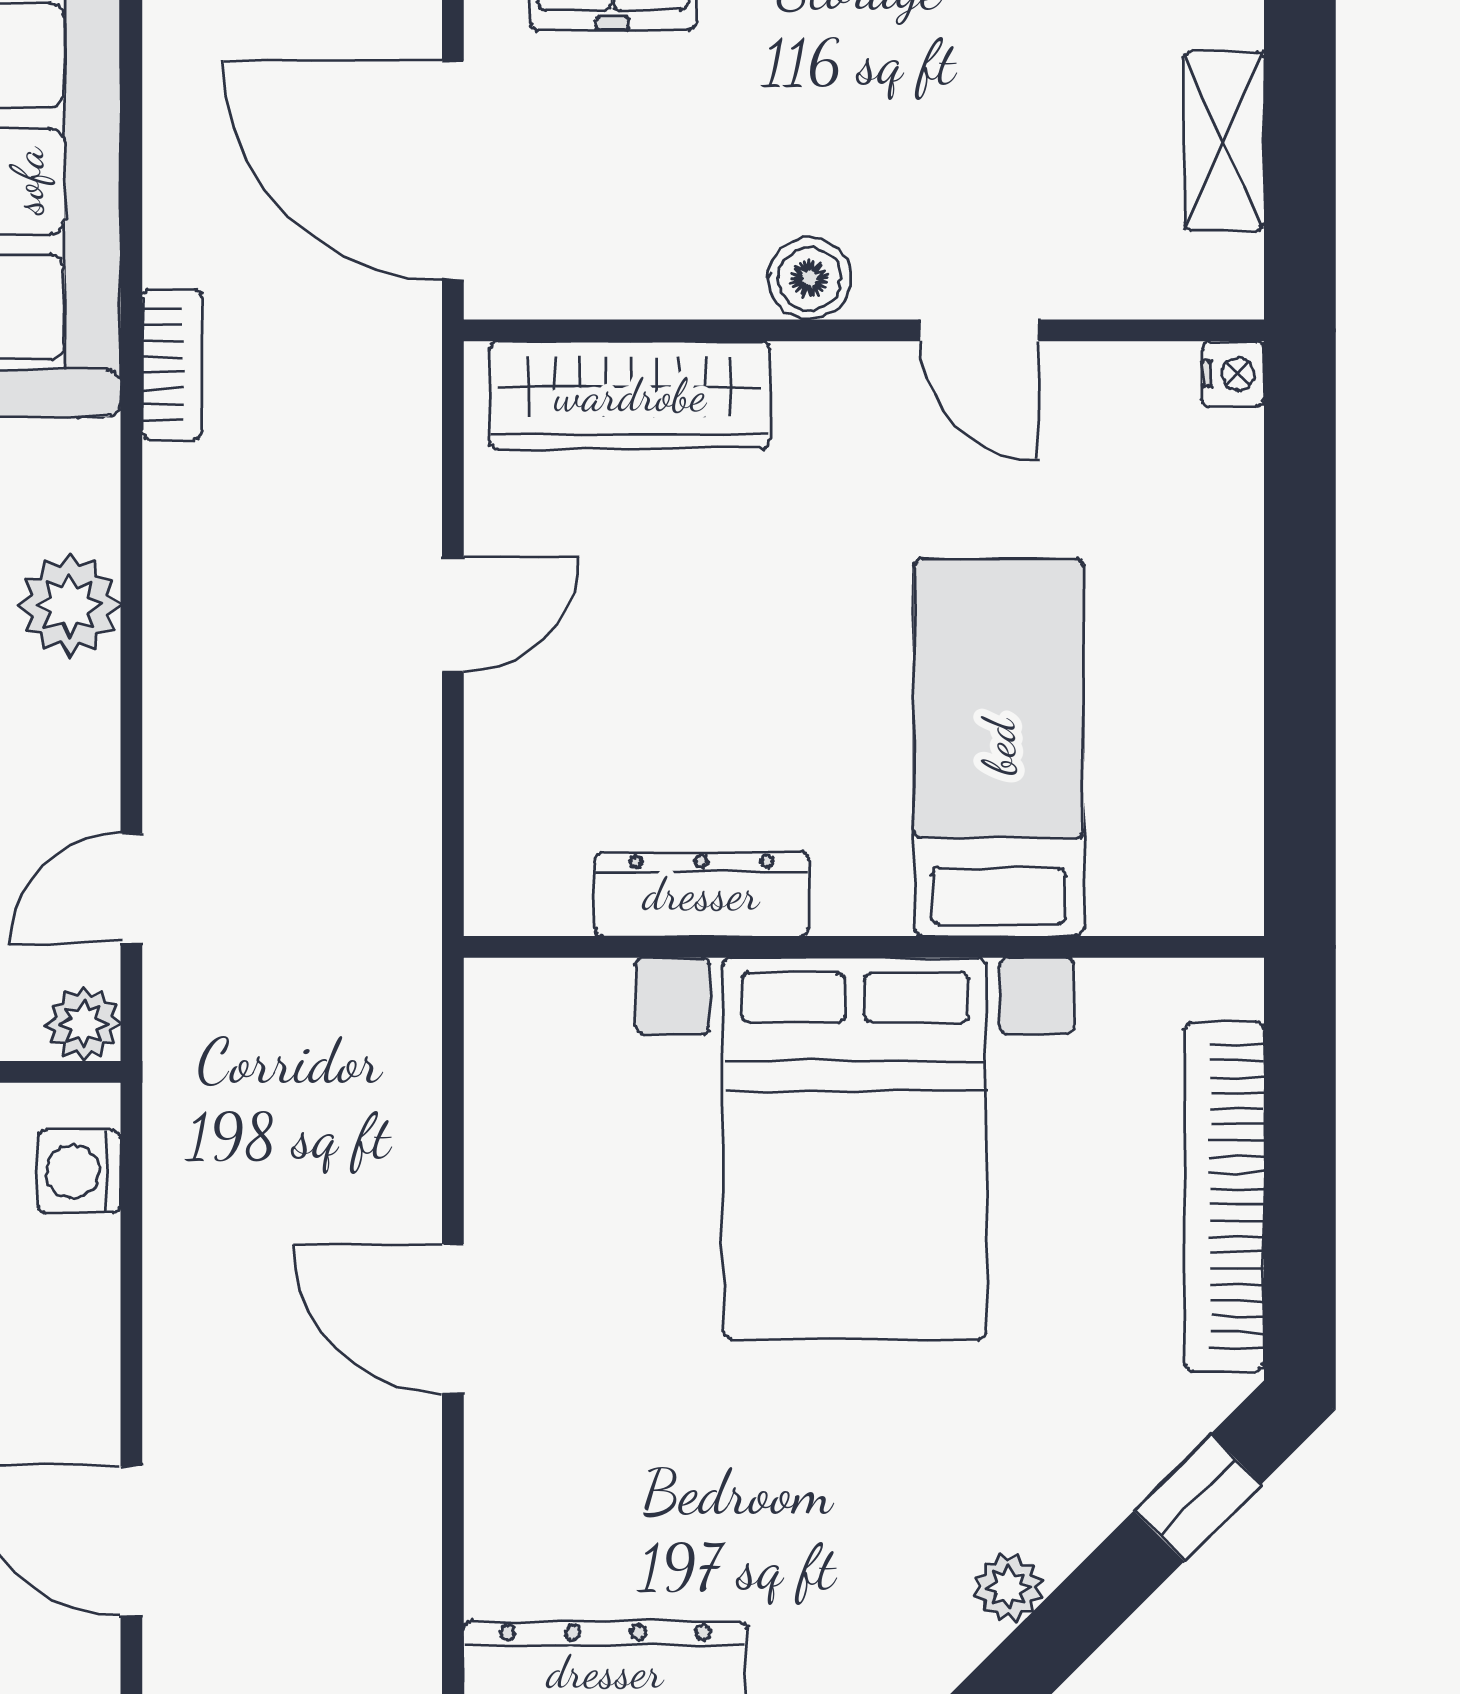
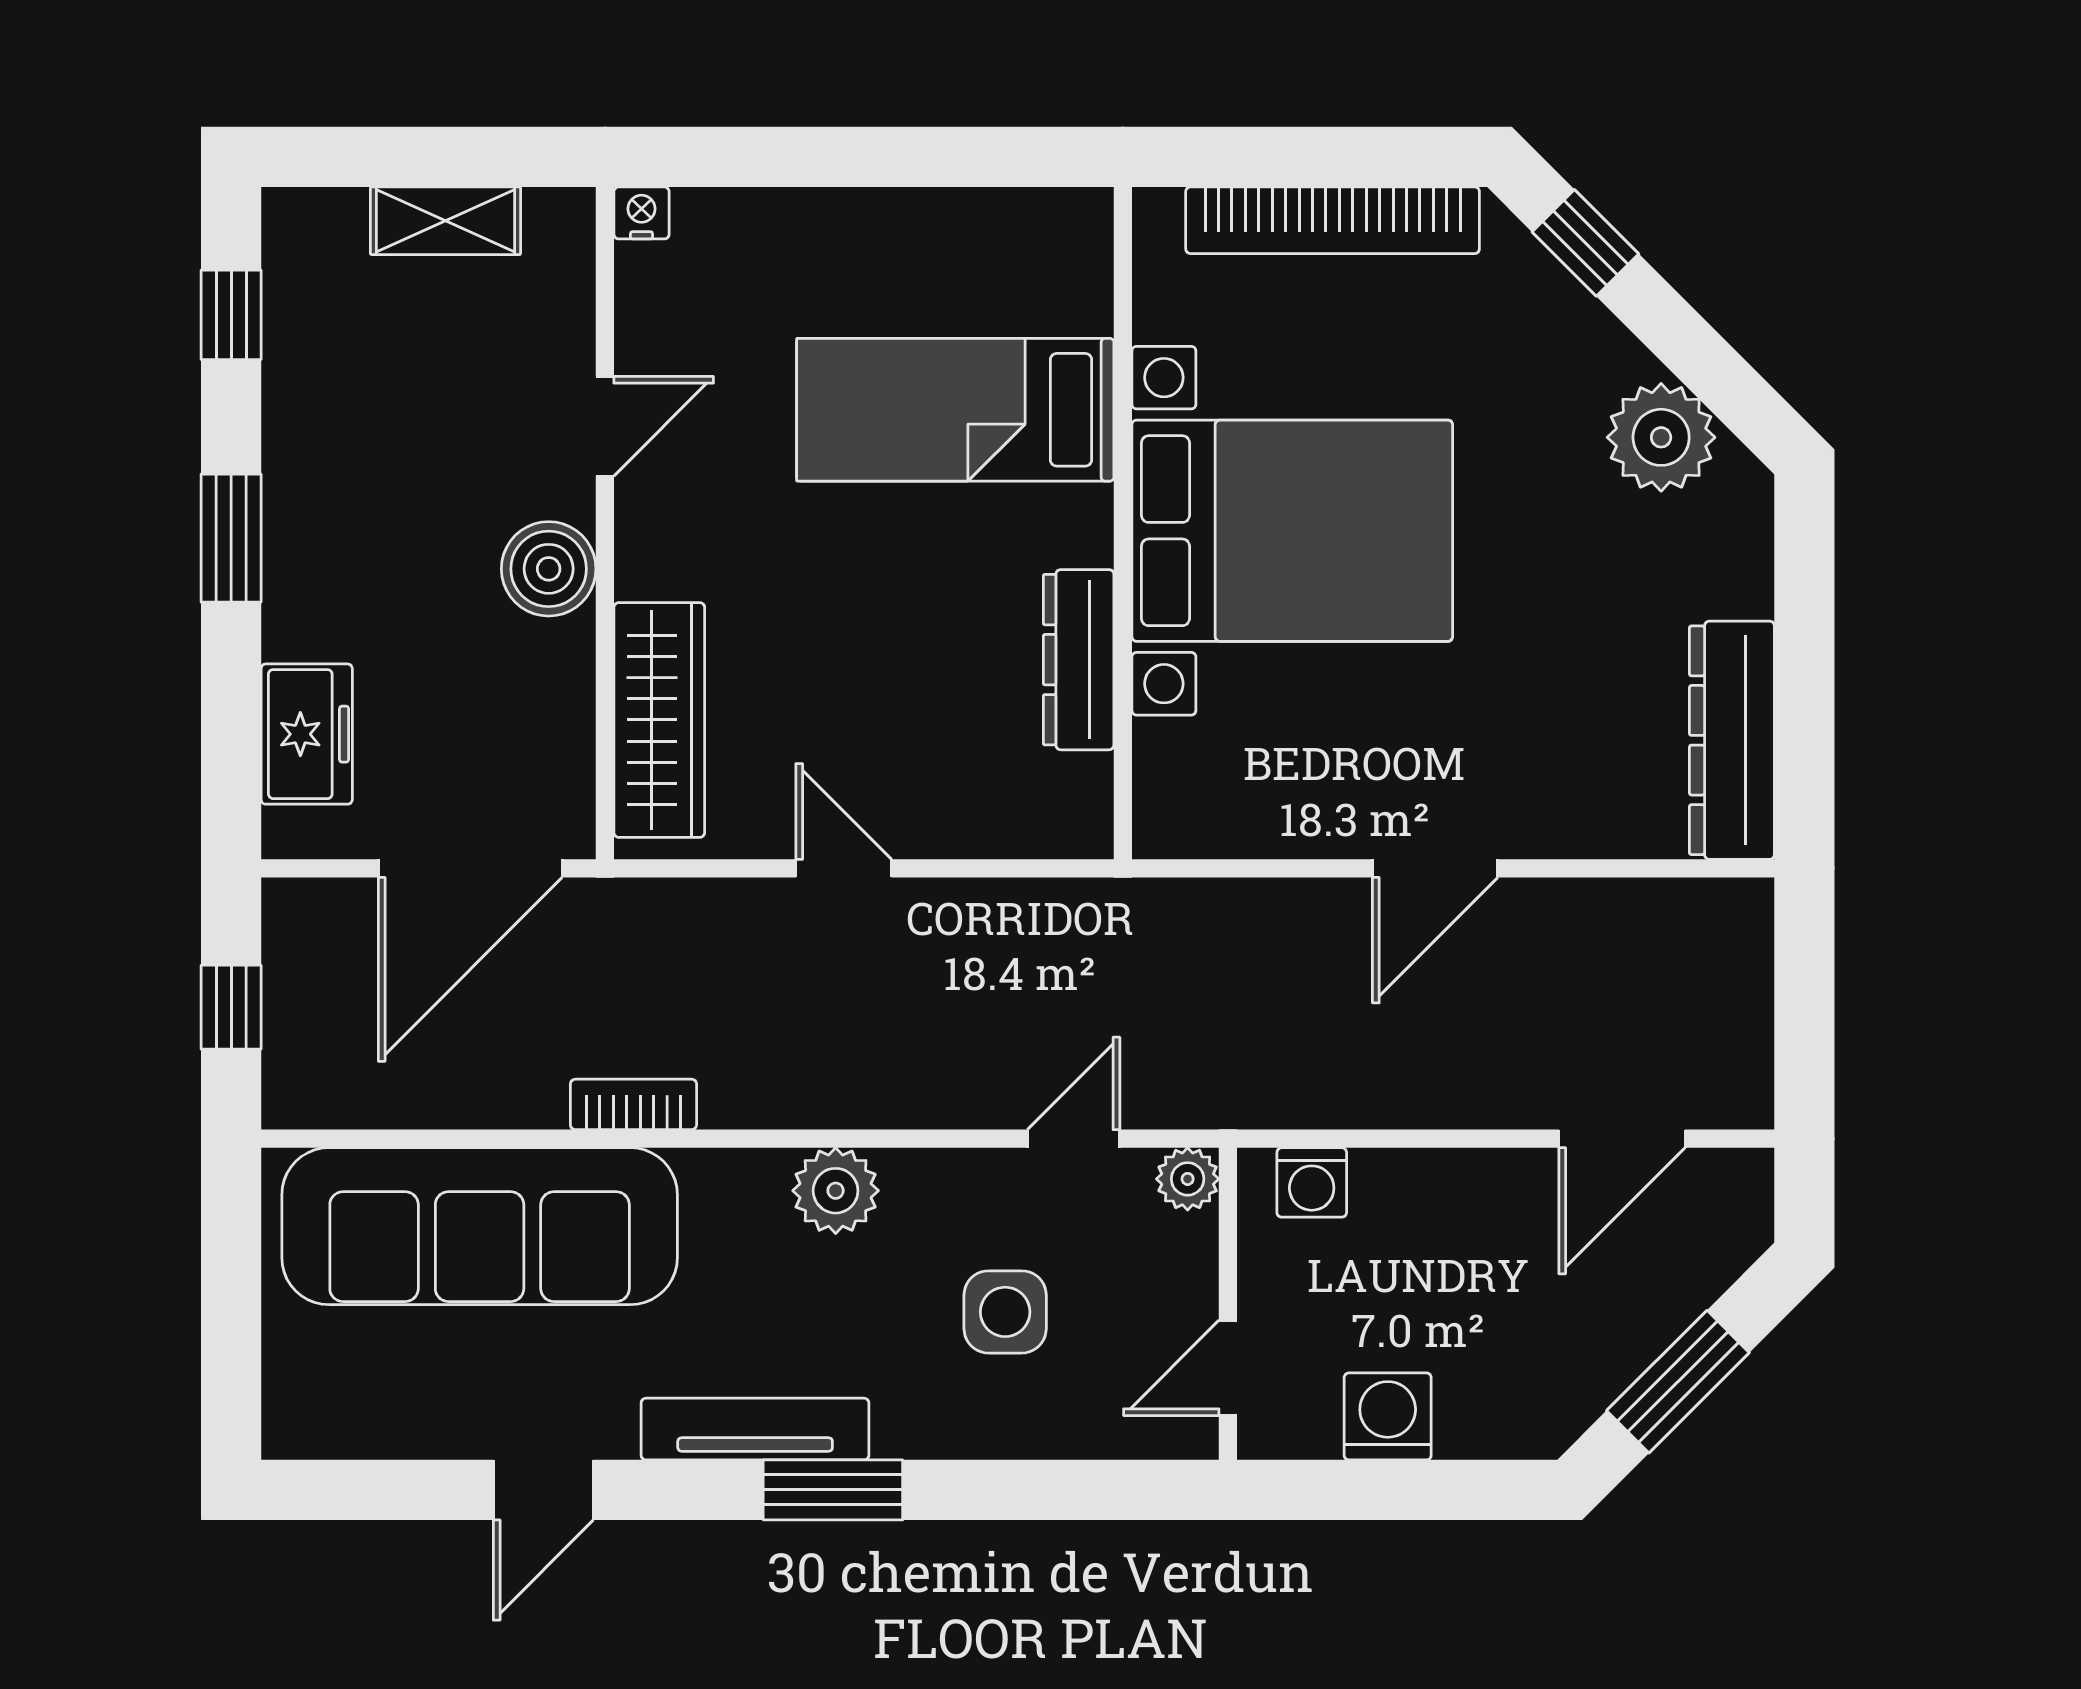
boiler: (810, 278) -> (549, 569), width x1.36, depth x1.36
door: (131, 888) -> (1074, 1139), swing flipped
plant: (1008, 1587) -> (1661, 437), width x1.88, depth x1.88

